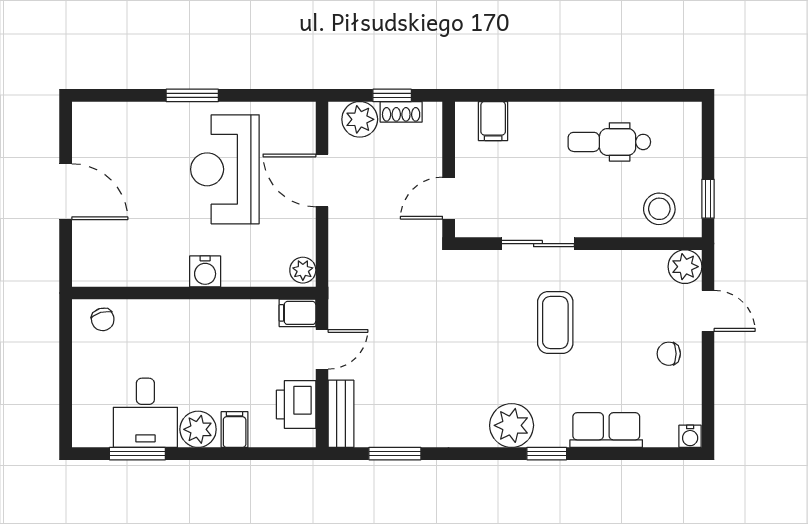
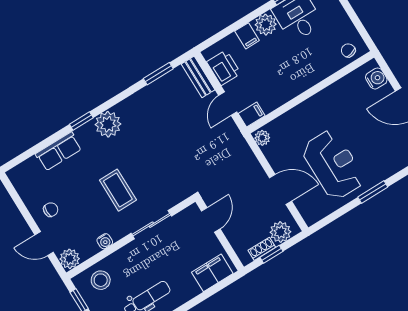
filing cabinet: (493, 121) -> (212, 273), width x2.00
water cooler: (205, 271) -> (376, 78), moved, turned 90
water cooler: (690, 436) -> (105, 241), moved, turned 180

